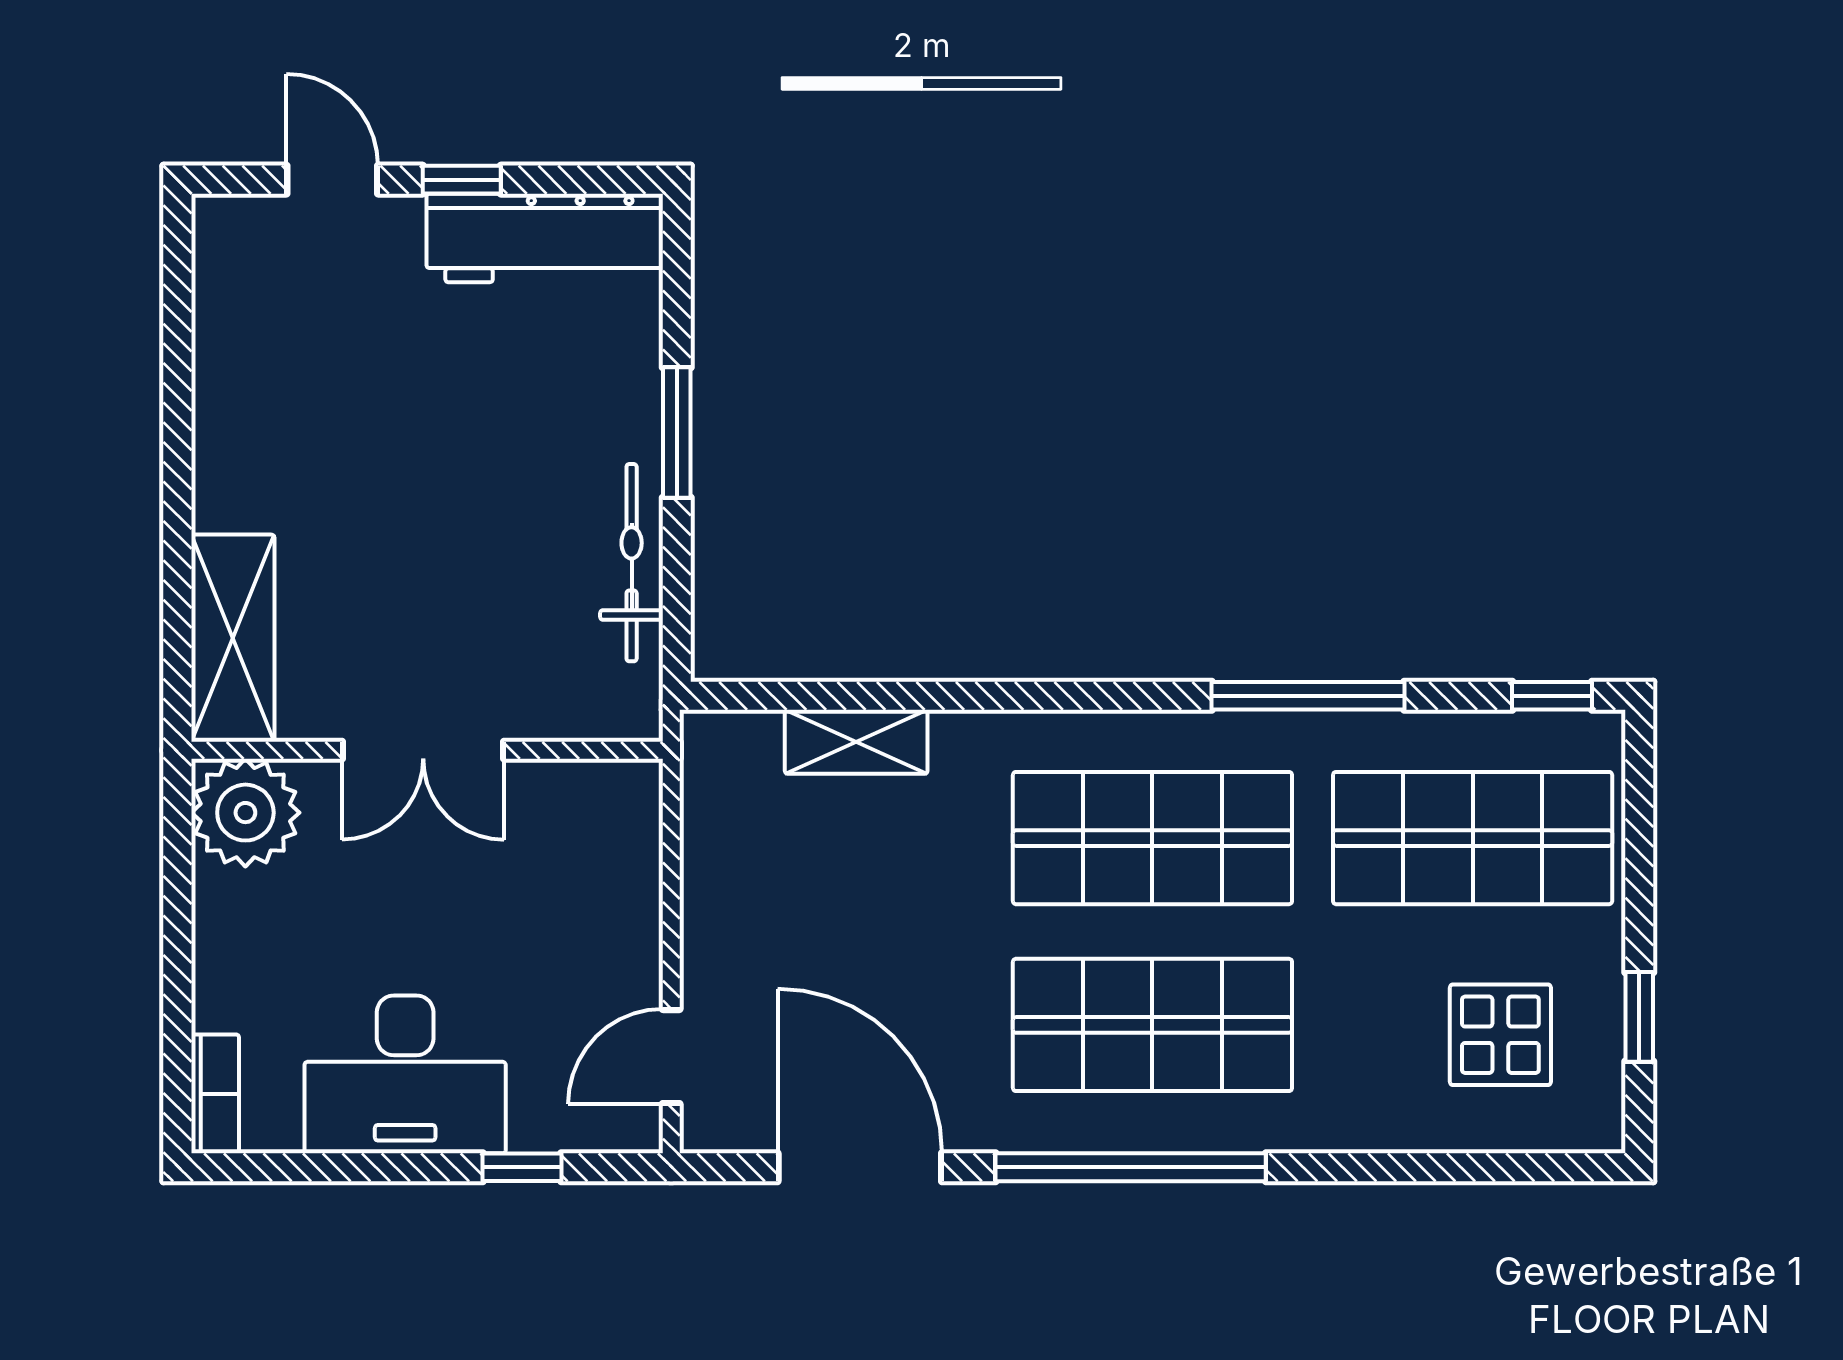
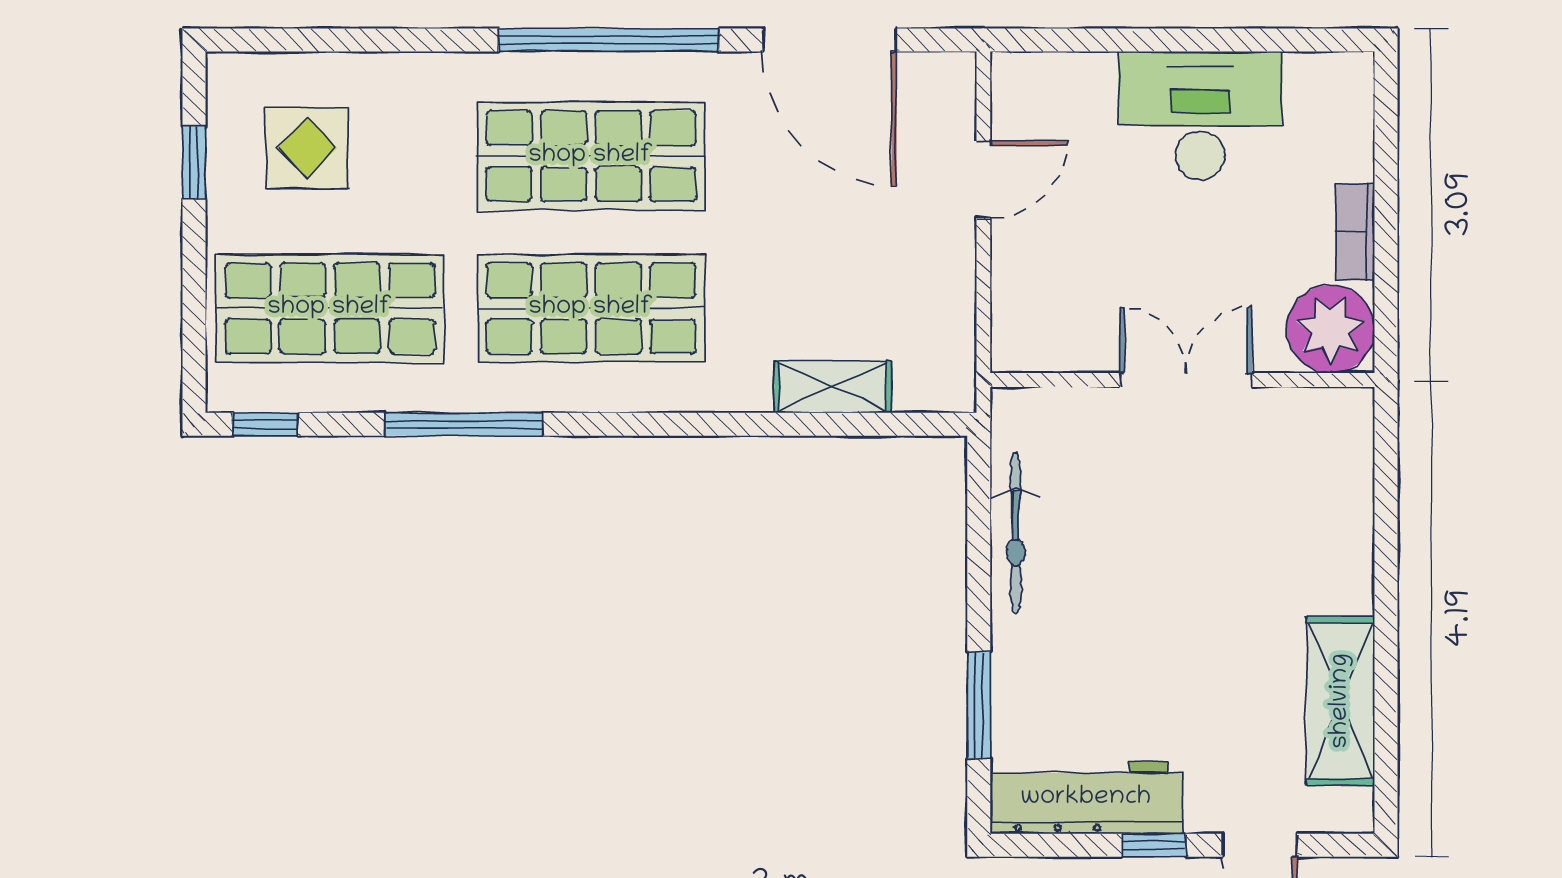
window: (677, 433) -> (979, 705), moved
shelving: (233, 638) -> (1341, 701), moved
door: (671, 1057) -> (983, 179), moved
bookcase: (215, 1094) -> (1355, 232), moved
window: (522, 1167) -> (1105, 40), removed

